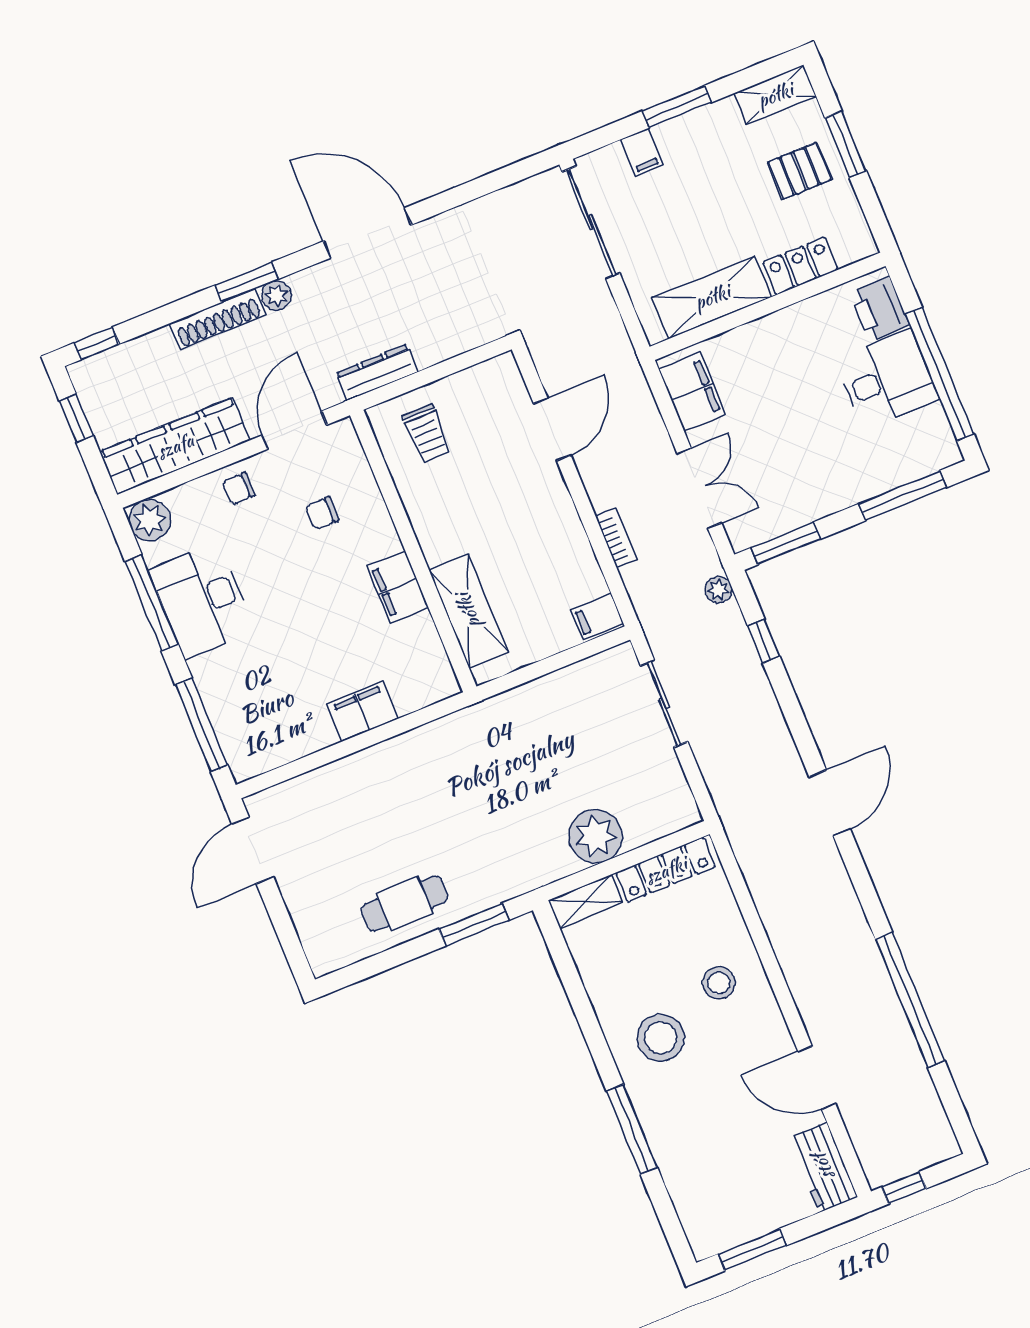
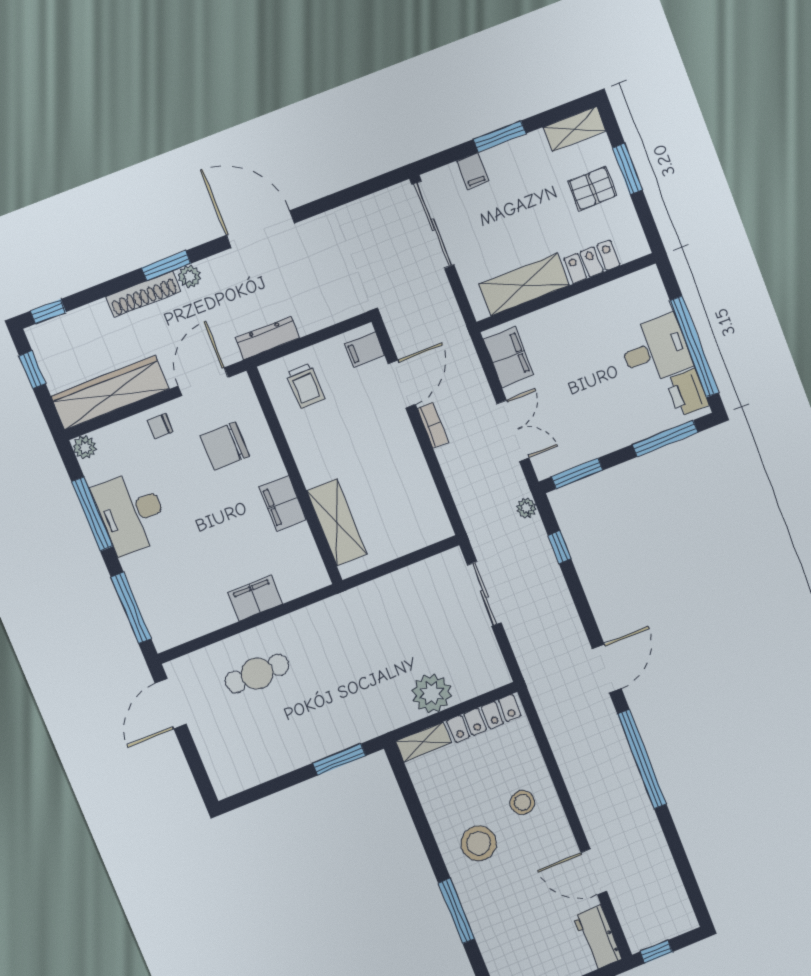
printer: (880, 309) -> (687, 393), moved
chair: (322, 513) -> (225, 446), width x1.87, depth x1.87
plant: (150, 520) -> (85, 447), width x0.73, depth x0.73
bookcase: (616, 538) -> (433, 425), moved
filing cabinet: (597, 617) -> (364, 350), moved
cafe table: (404, 903) -> (257, 673), moved
window: (910, 1000) -> (642, 759), moved

